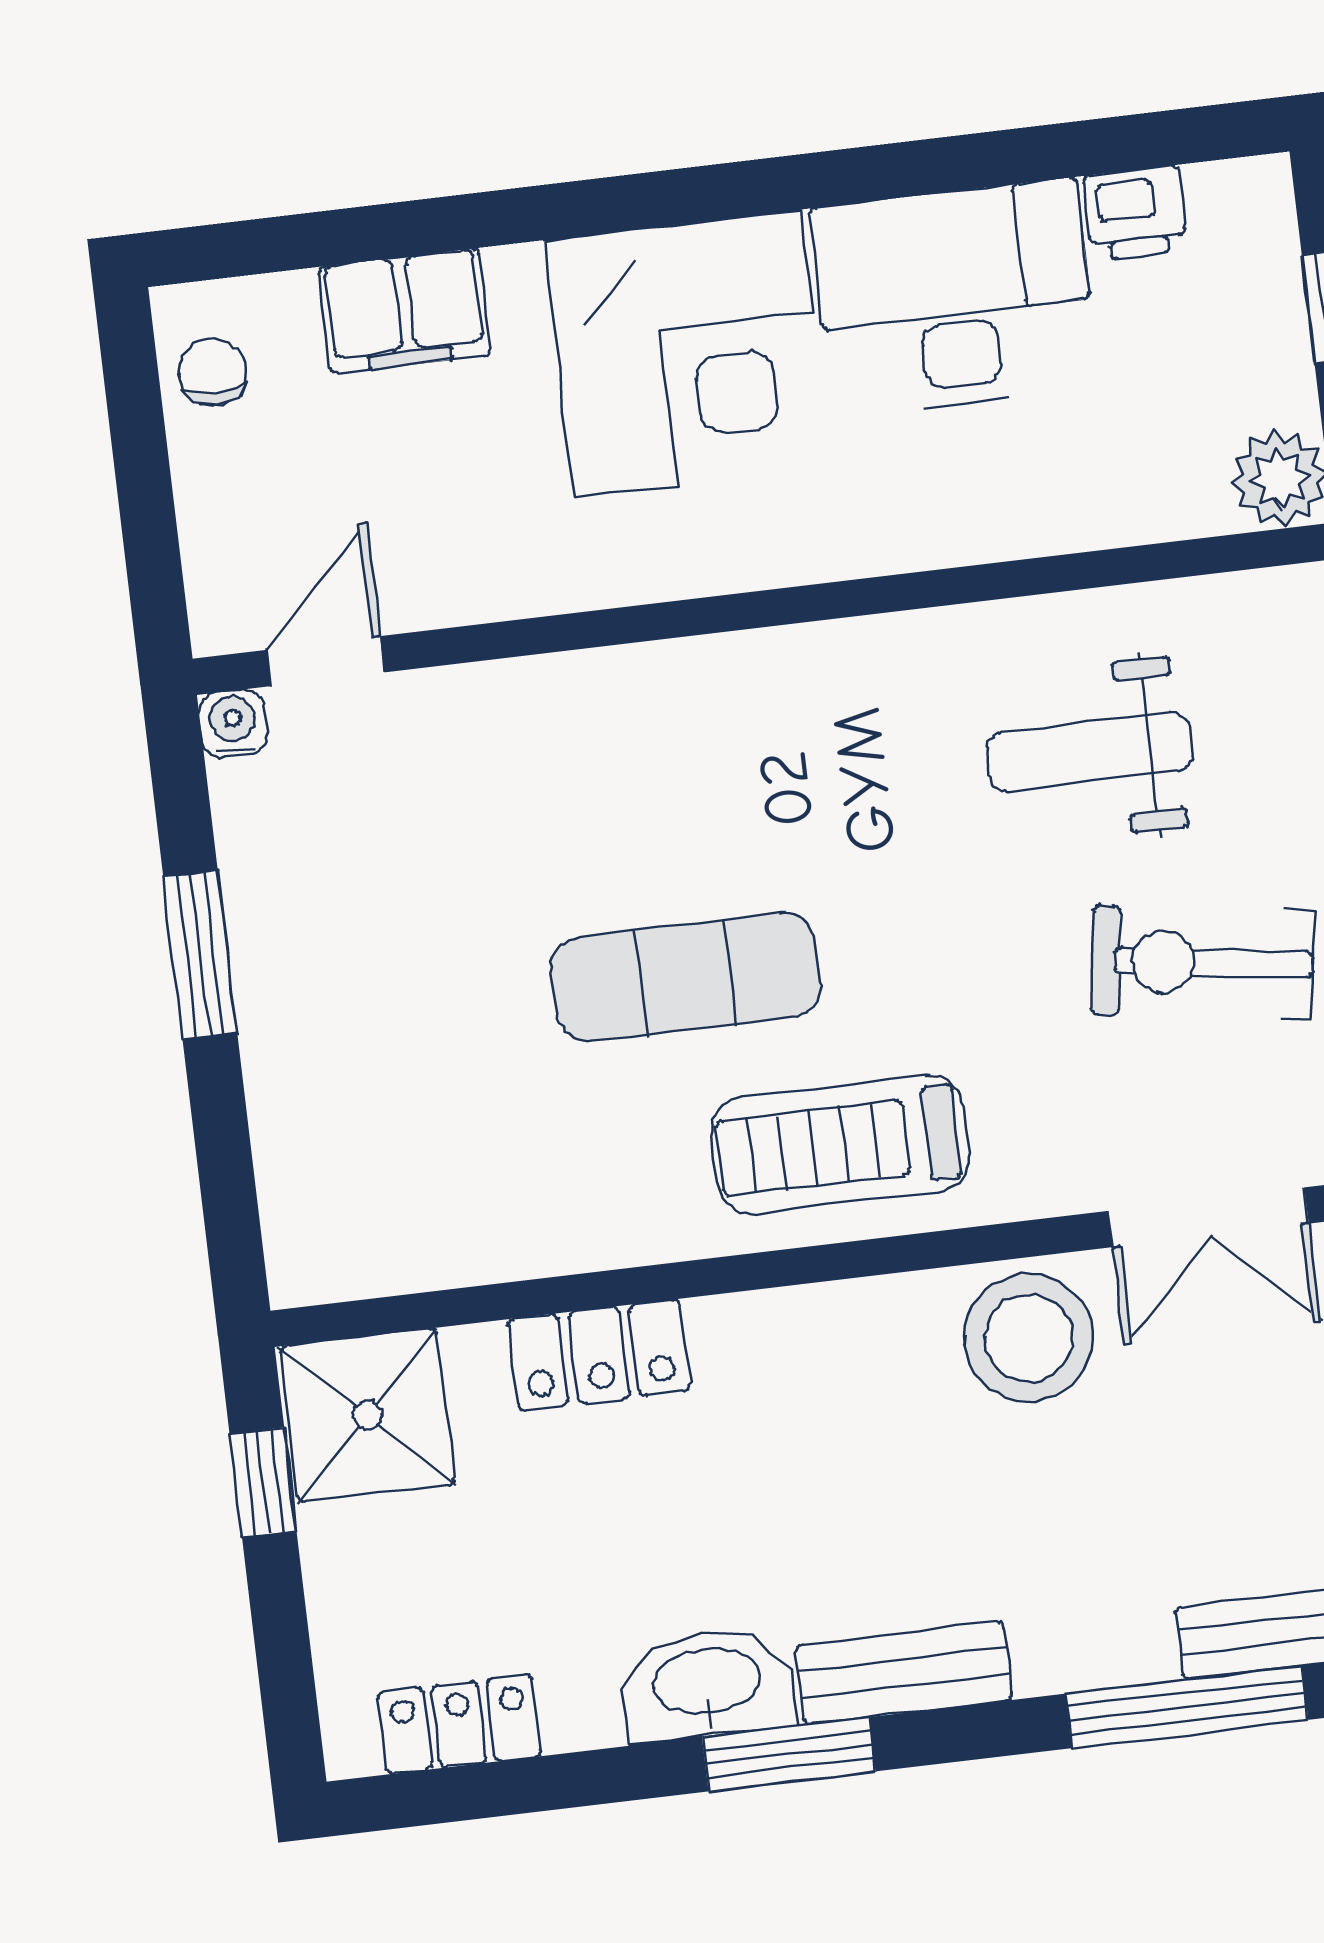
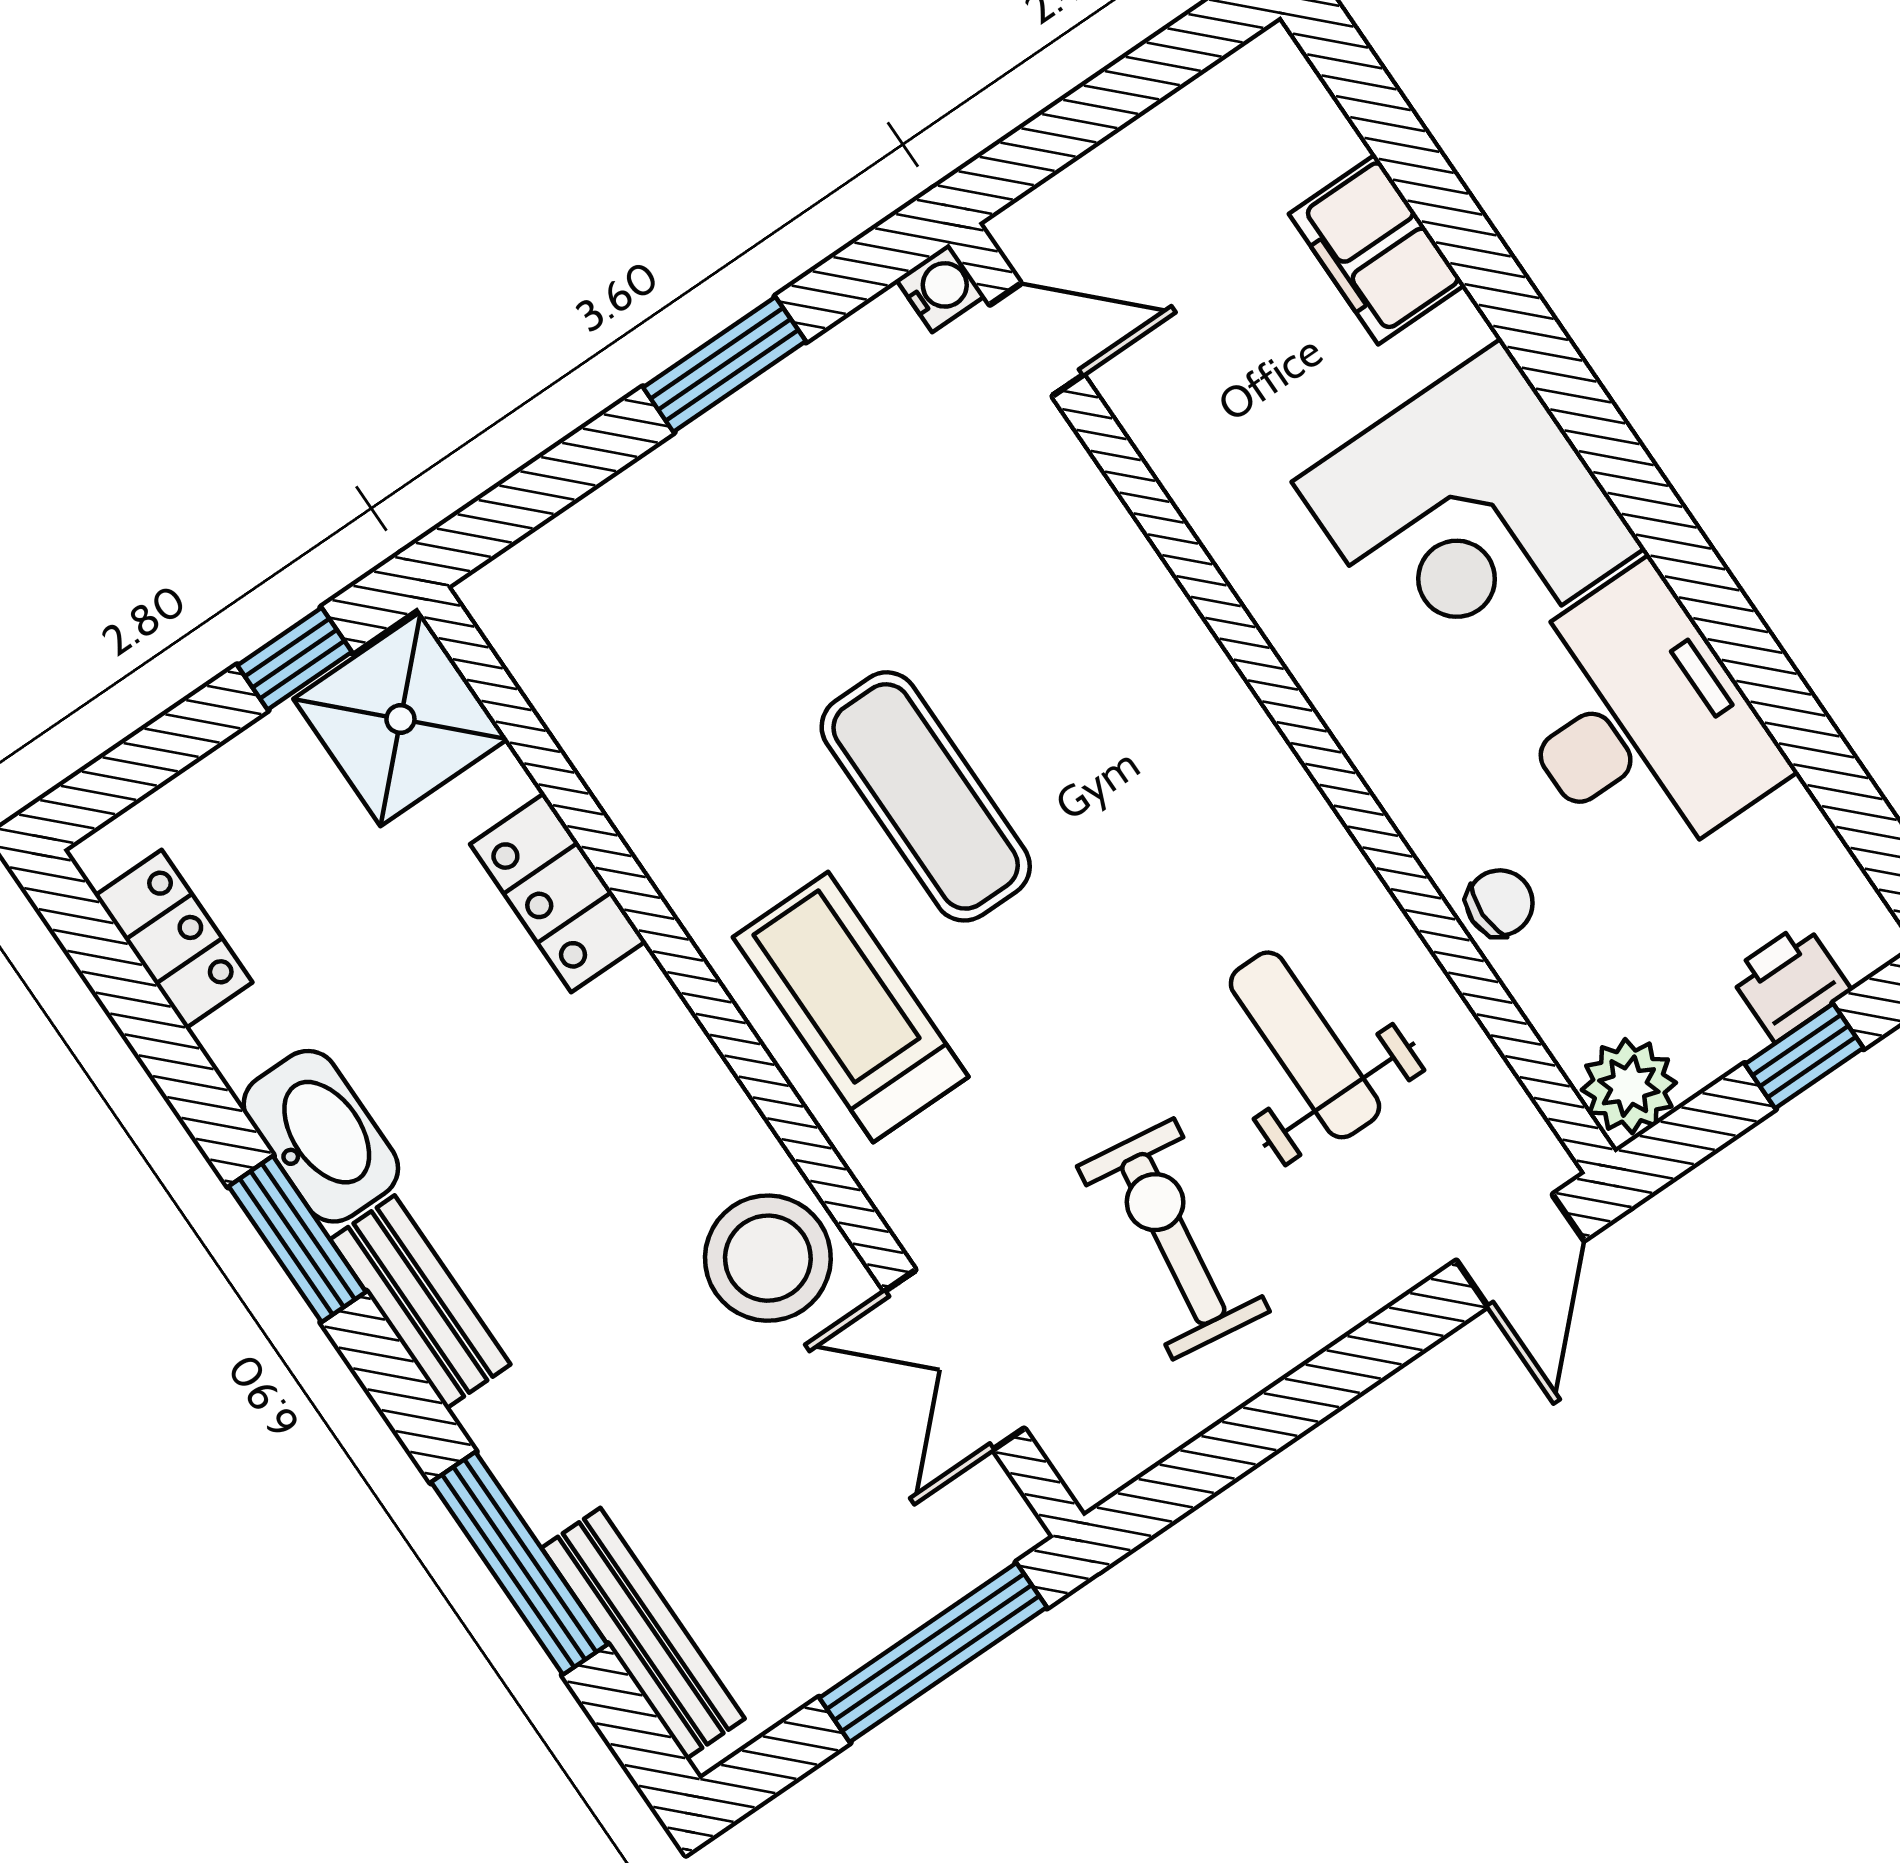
printer: (1136, 213) -> (1790, 982), moved, turned 90
chair: (212, 372) -> (1500, 903), moved

